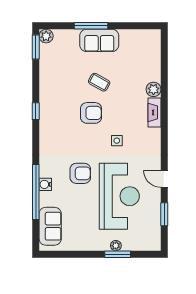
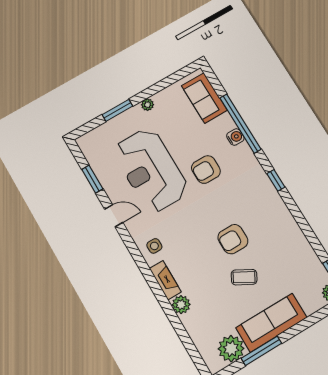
window: (91, 26) -> (261, 351), moved
sofa: (99, 40) -> (271, 323), width x1.36
plant: (137, 40) -> (231, 349), added
window: (36, 111) -> (276, 180), moved
side table: (117, 141) -> (154, 246), moved
plant: (116, 246) -> (147, 105), moved

